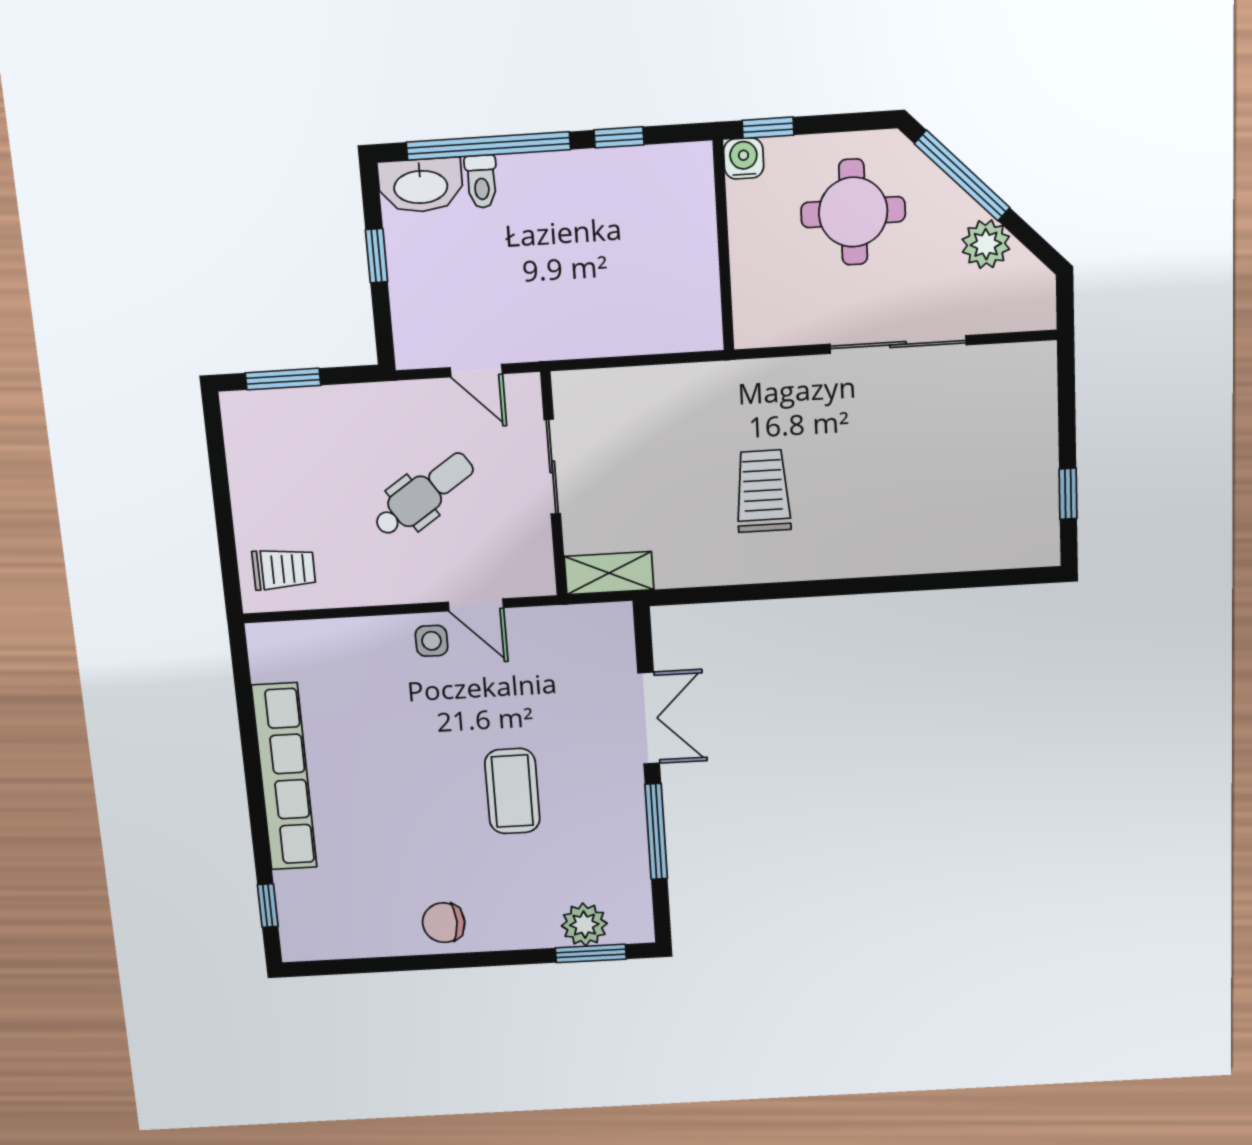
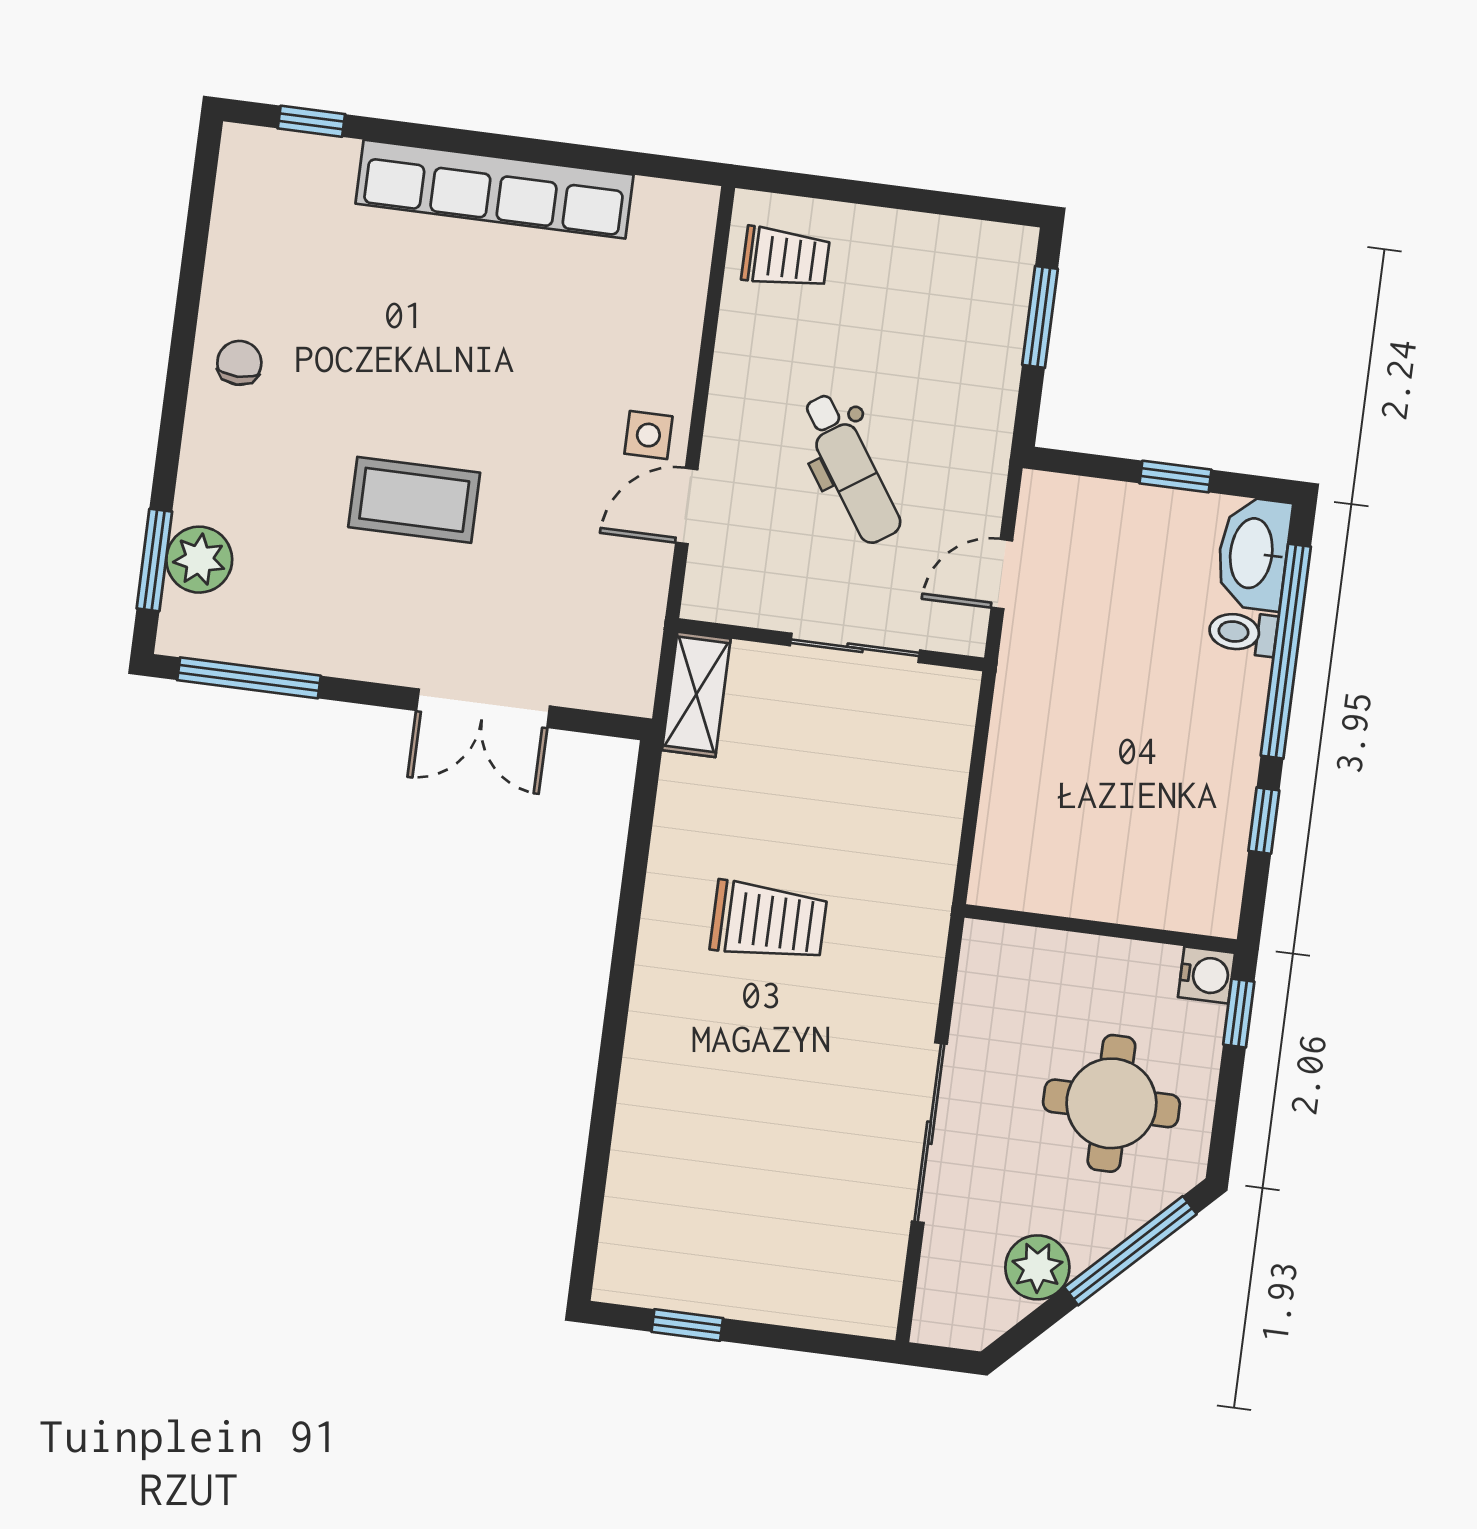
trolley: (284, 569) -> (786, 258), turned -90
window: (656, 832) -> (249, 678), moved
chair: (444, 923) -> (239, 363), width x0.73, depth x0.73

